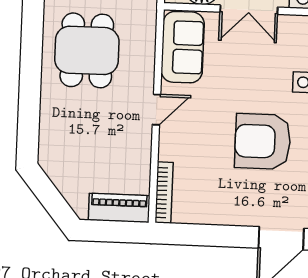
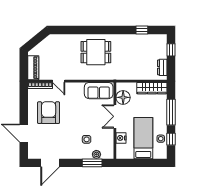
door: (156, 110) -> (59, 81), moved
armchair: (263, 141) -> (49, 113), moved

